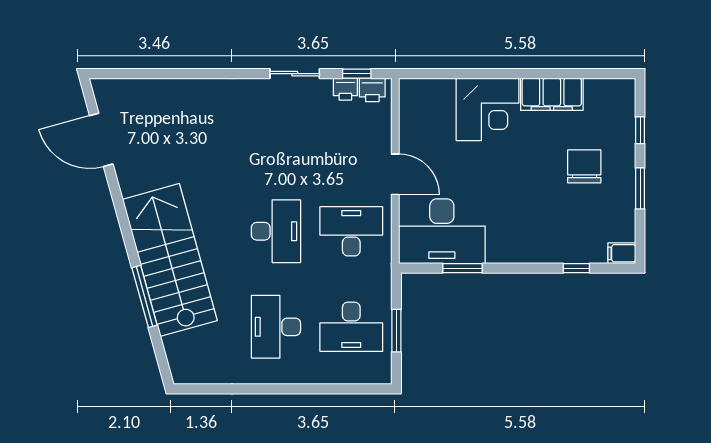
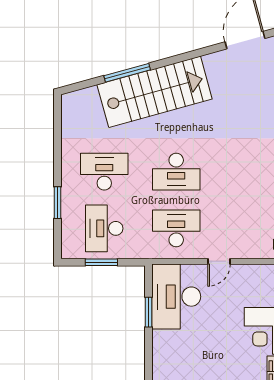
door: (395, 174) -> (219, 261), width x0.73
desk: (351, 231) -> (176, 228), turned -90
window: (317, 389) -> (58, 203), added

